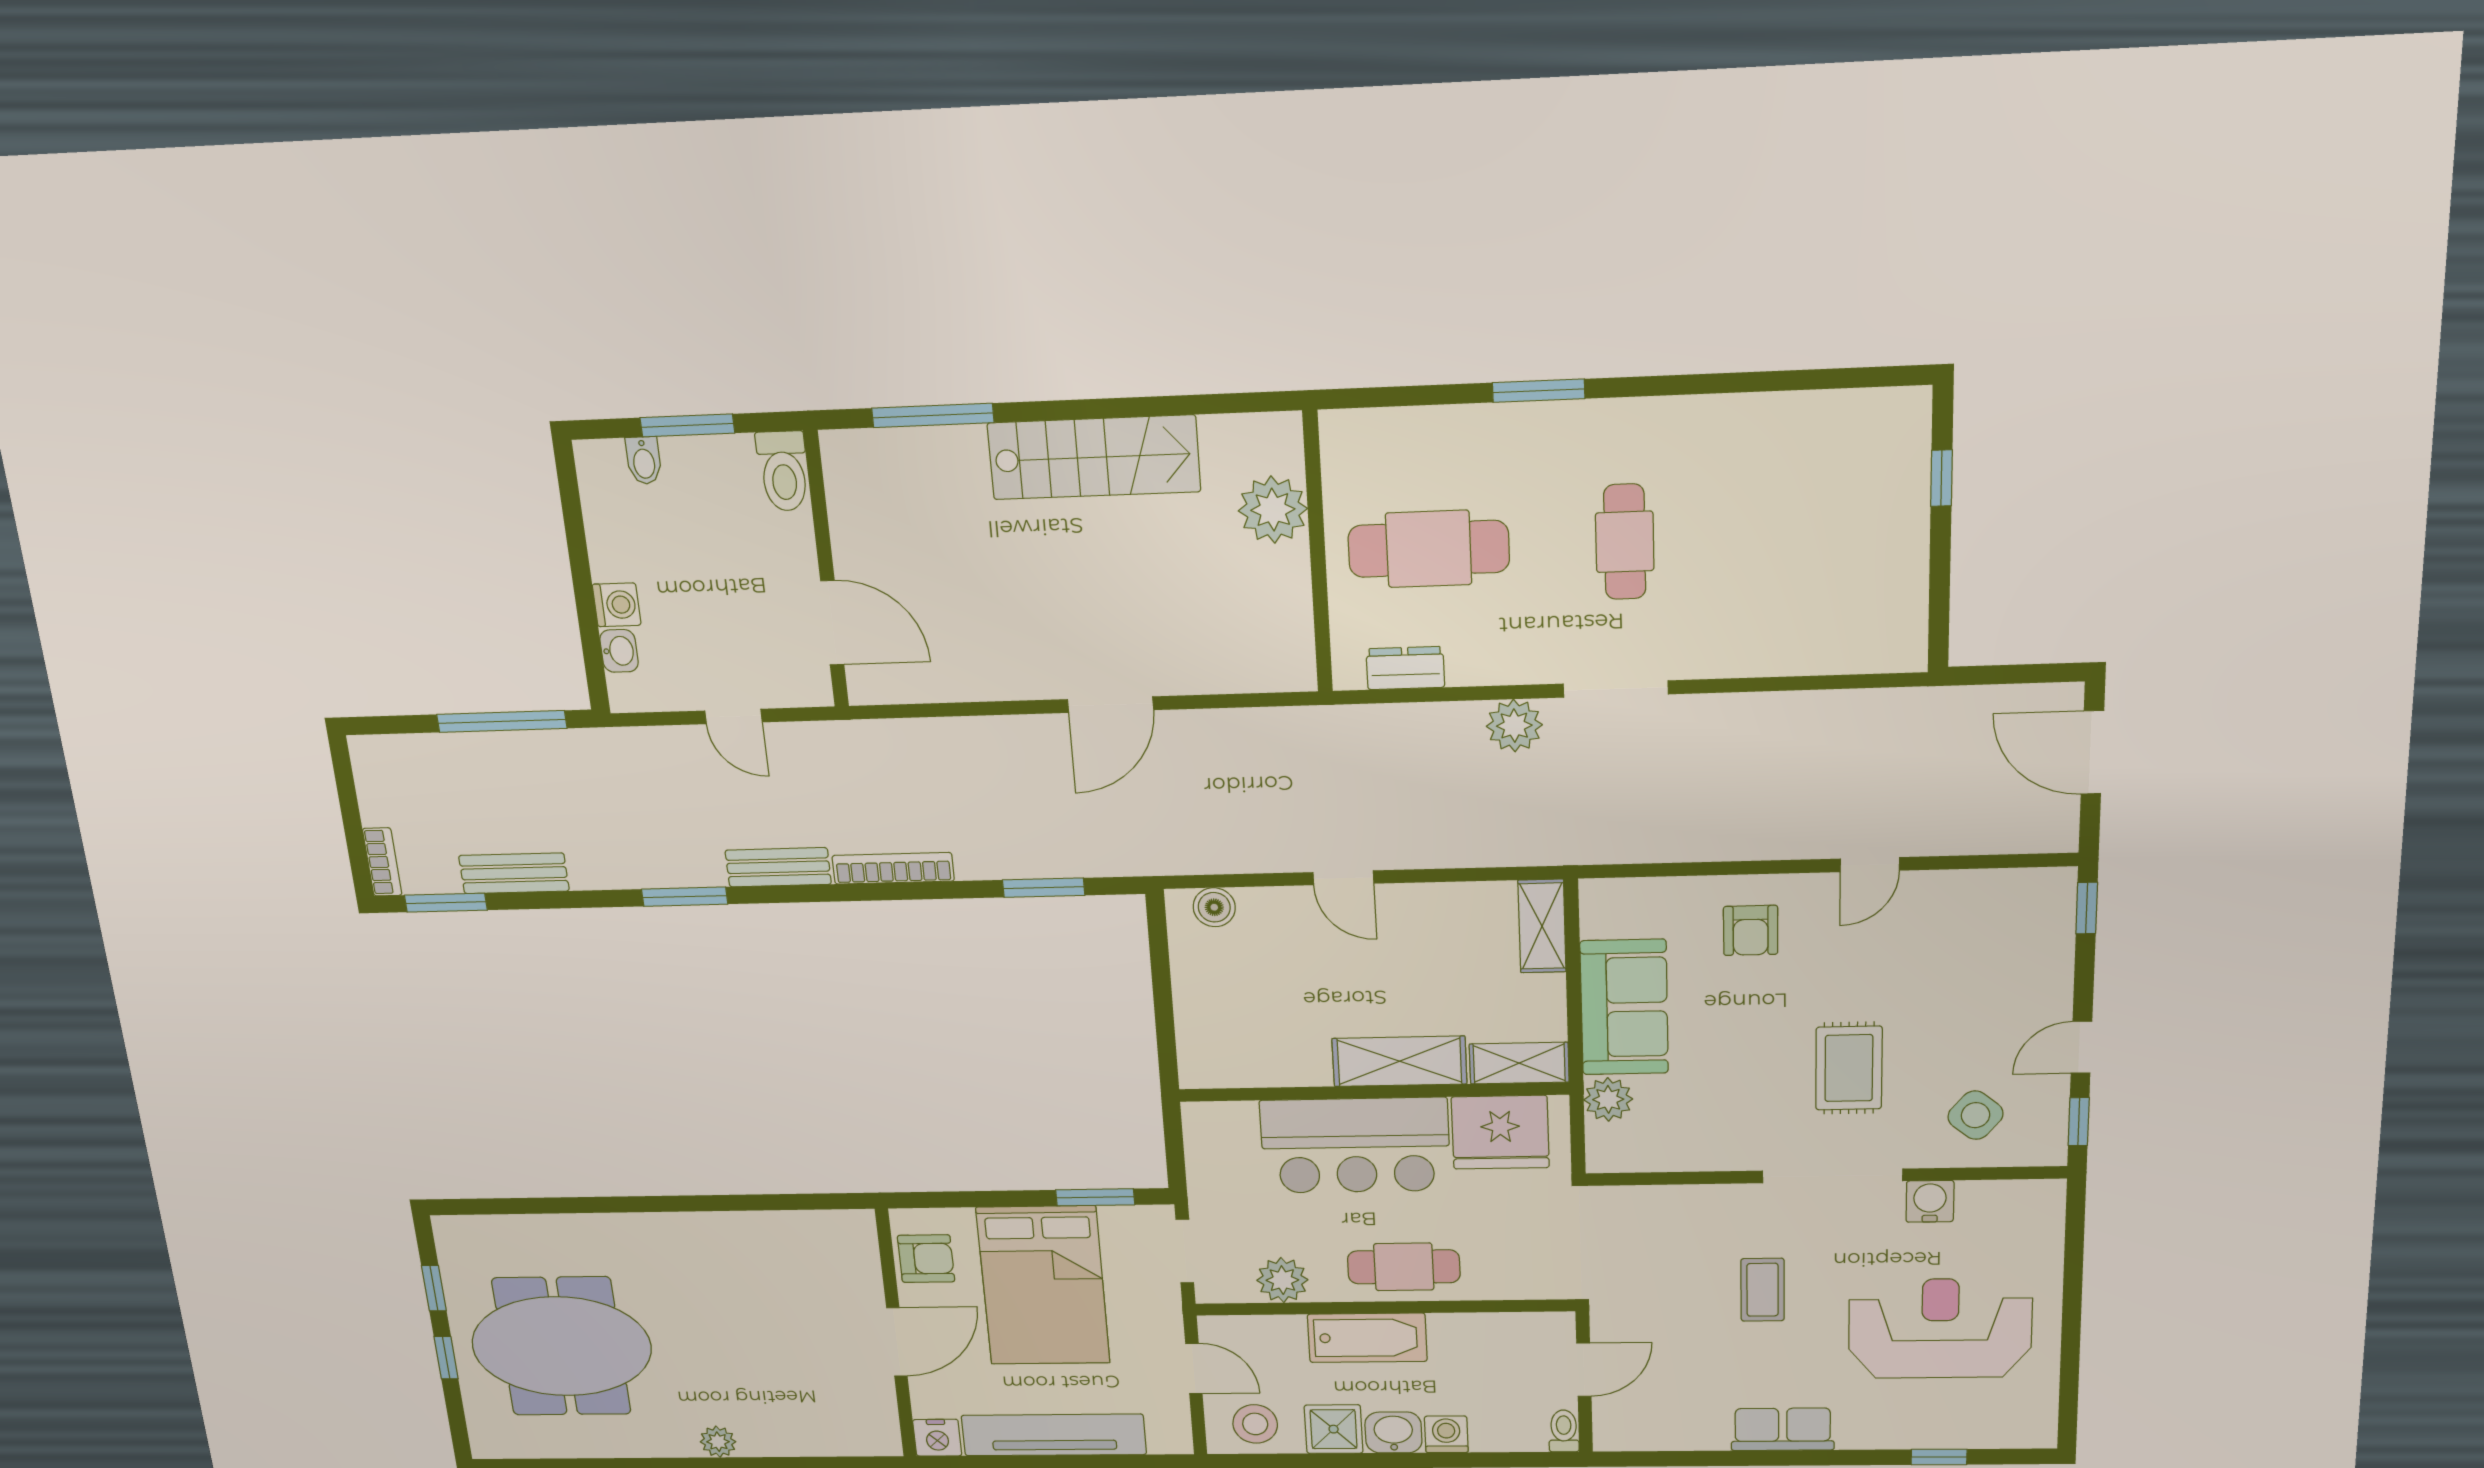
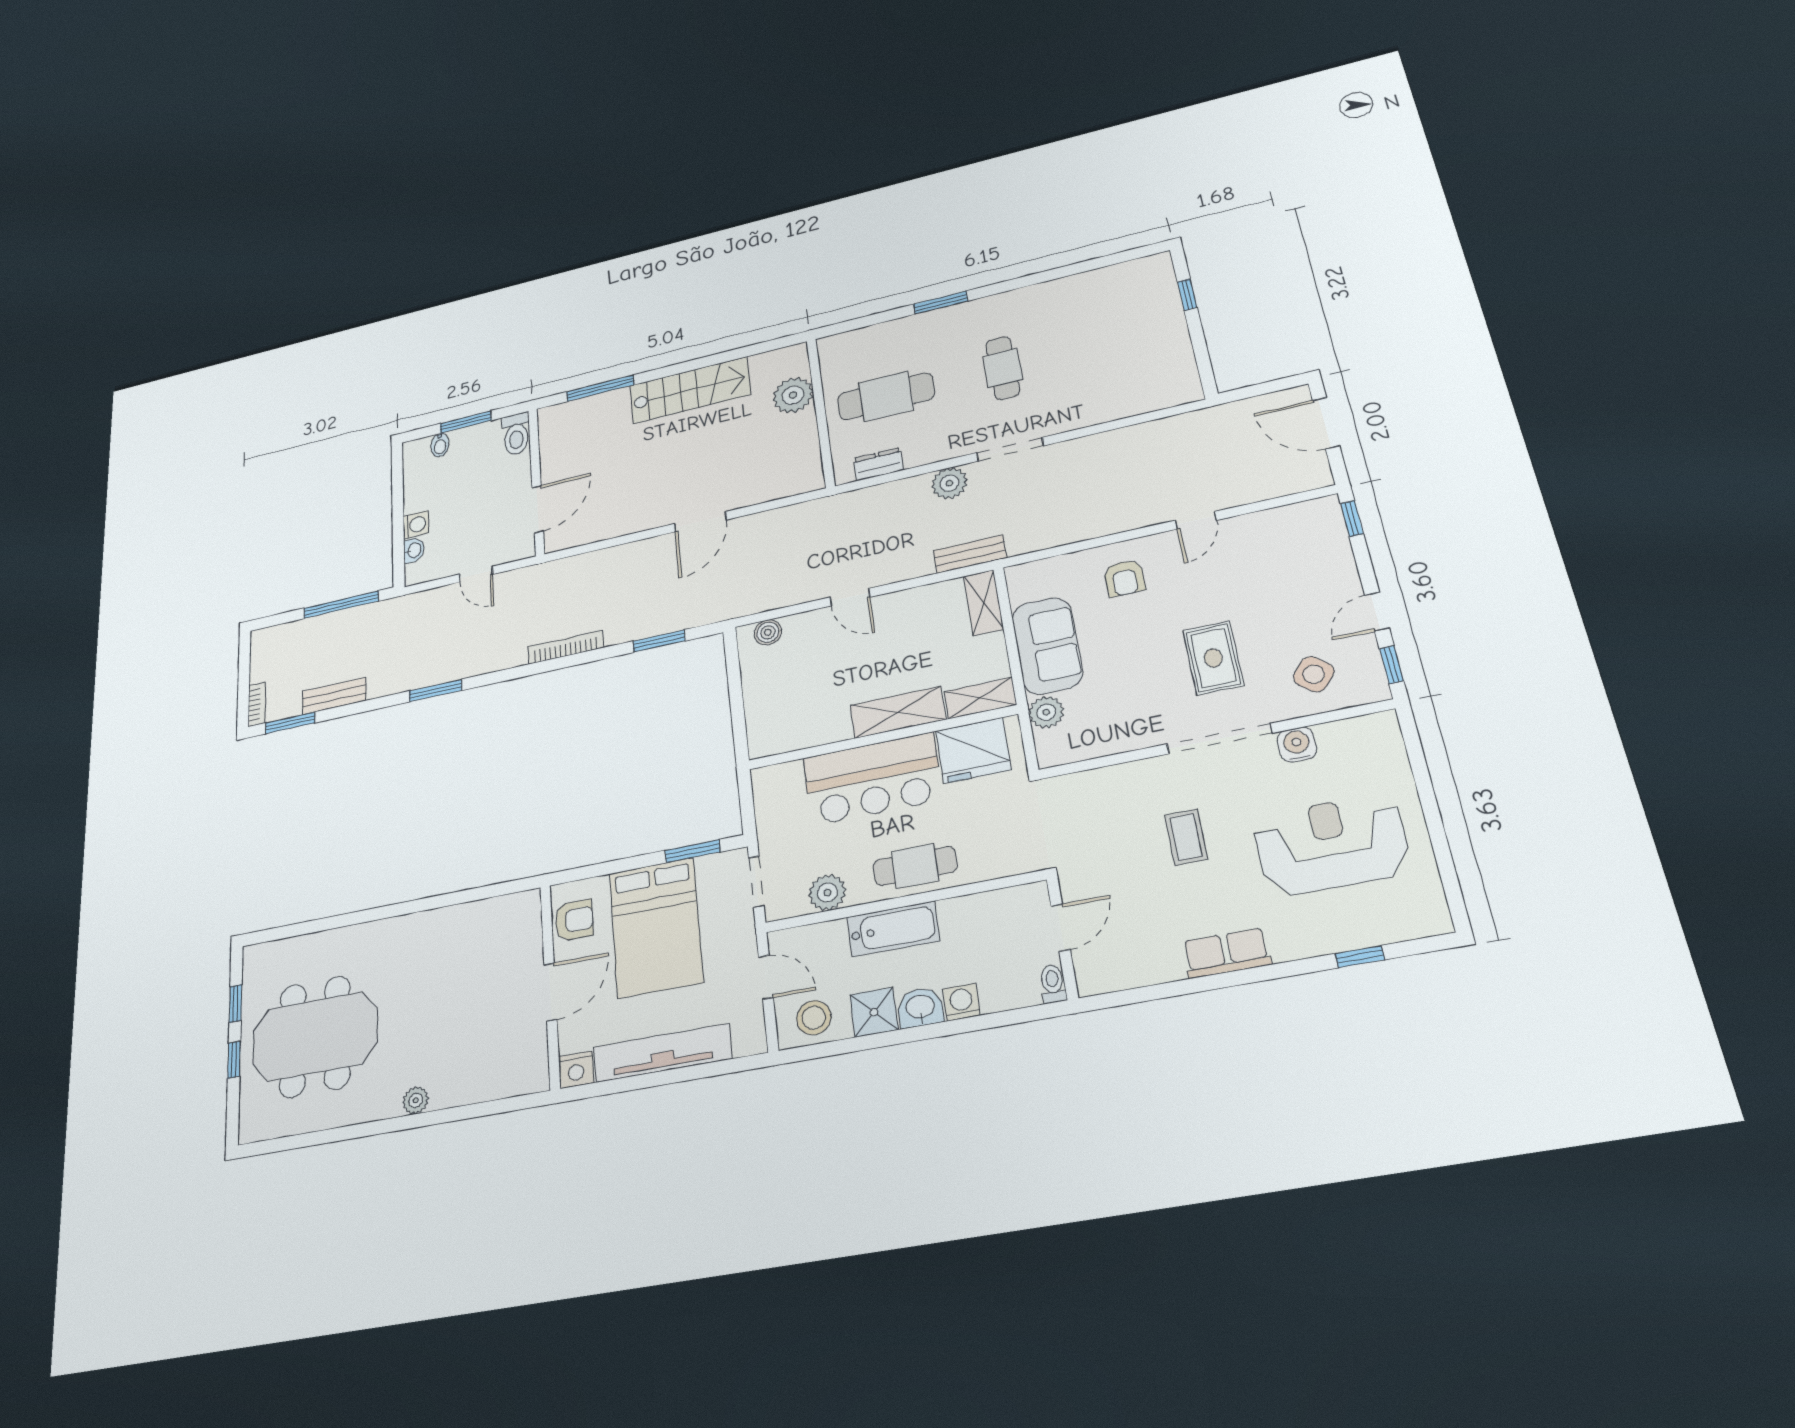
door: (832, 623) -> (538, 509), hinge flipped
bench: (778, 867) -> (970, 554), moved

